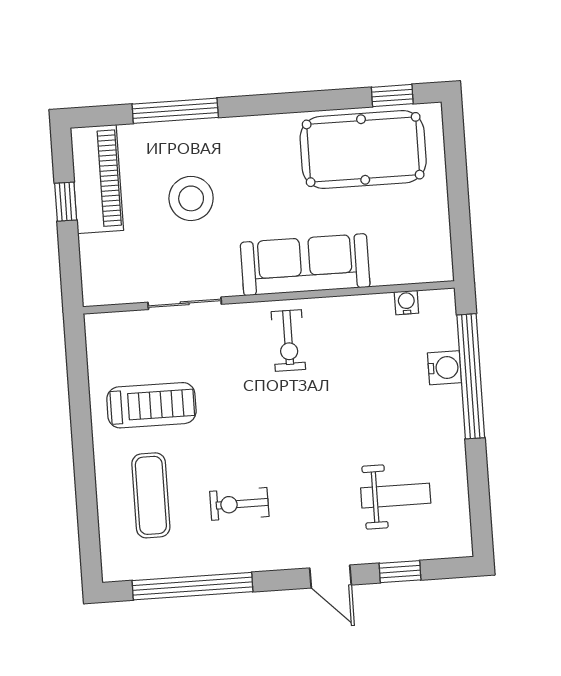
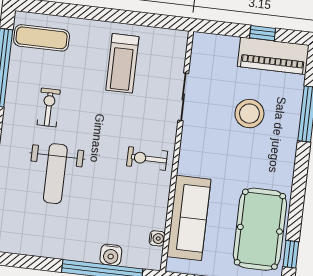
sofa: (305, 265) -> (189, 218), moved
exercise mat: (151, 495) -> (42, 38), moved
weight bench: (396, 496) -> (55, 174), moved, width x1.36, depth x1.33

